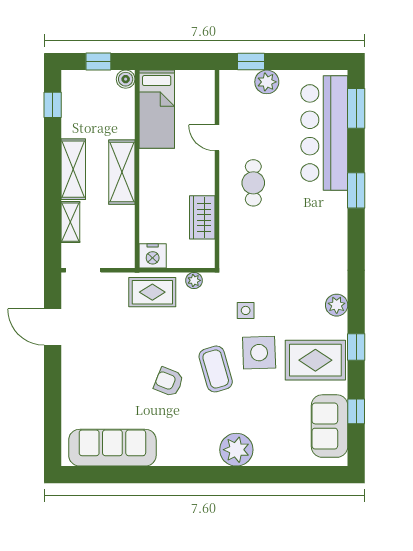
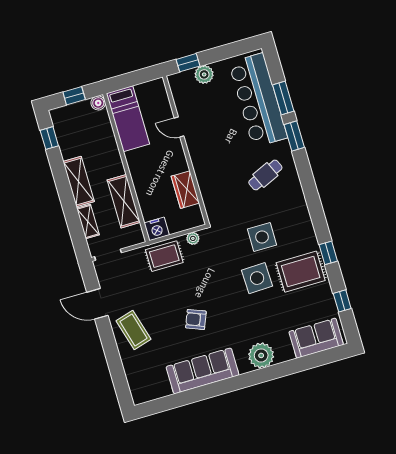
window: (356, 108) -> (283, 98), moved
shelving: (122, 172) -> (124, 201), moved
cafe table: (253, 183) -> (265, 175), moved, turned 66
plant: (337, 305) -> (305, 226), removed
side table: (246, 310) -> (262, 237), moved, width x1.87, depth x1.87
coffee table: (216, 369) -> (133, 330), moved
sofa: (330, 426) -> (316, 338), moved, turned 90
sofa: (112, 448) -> (203, 371), moved

